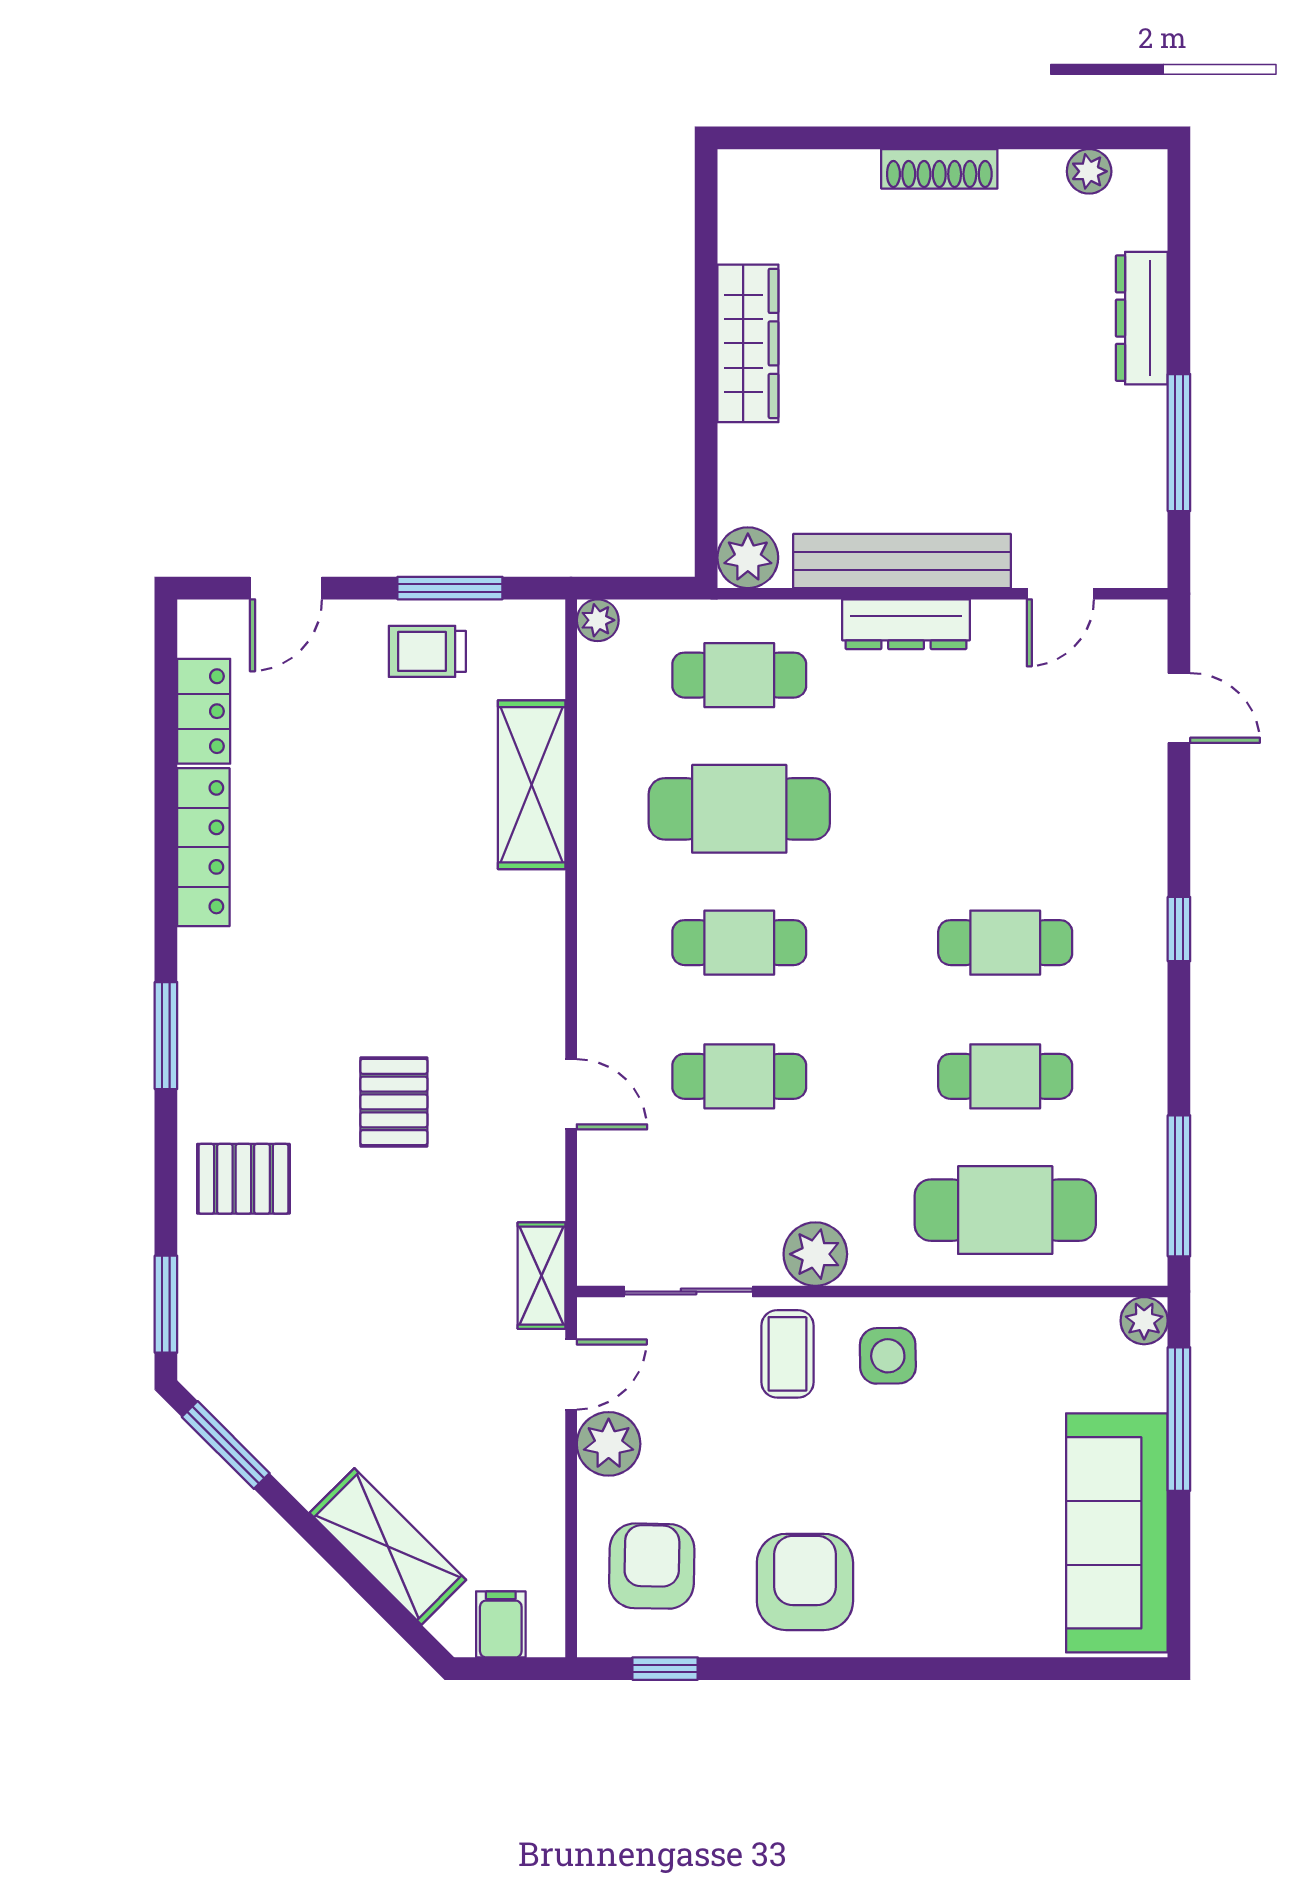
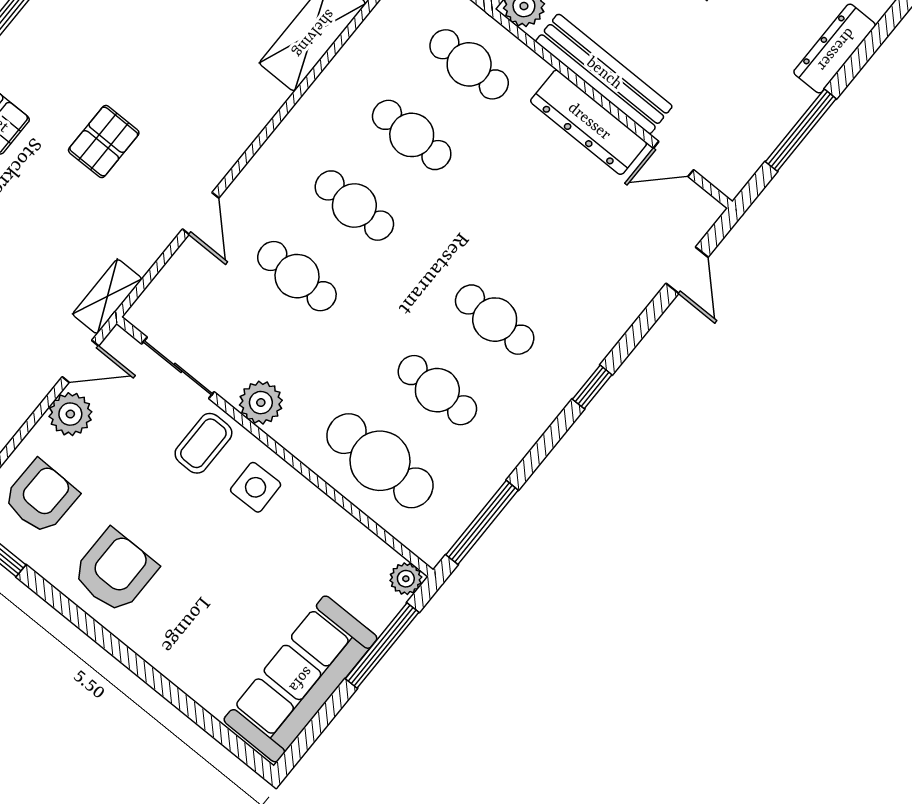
dresser: (906, 624) -> (589, 122), width x1.37, depth x1.24
cafe table: (739, 809) -> (412, 135), width x0.73, depth x0.74

